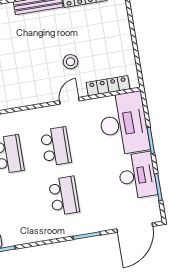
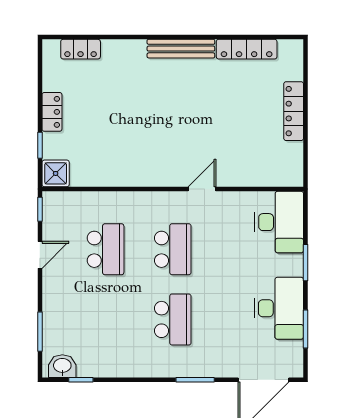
stool: (71, 62) -> (213, 135), removed
locker: (108, 86) -> (294, 111), moved, turned -90
desk: (124, 124) -> (279, 222), width x0.73, depth x0.77

